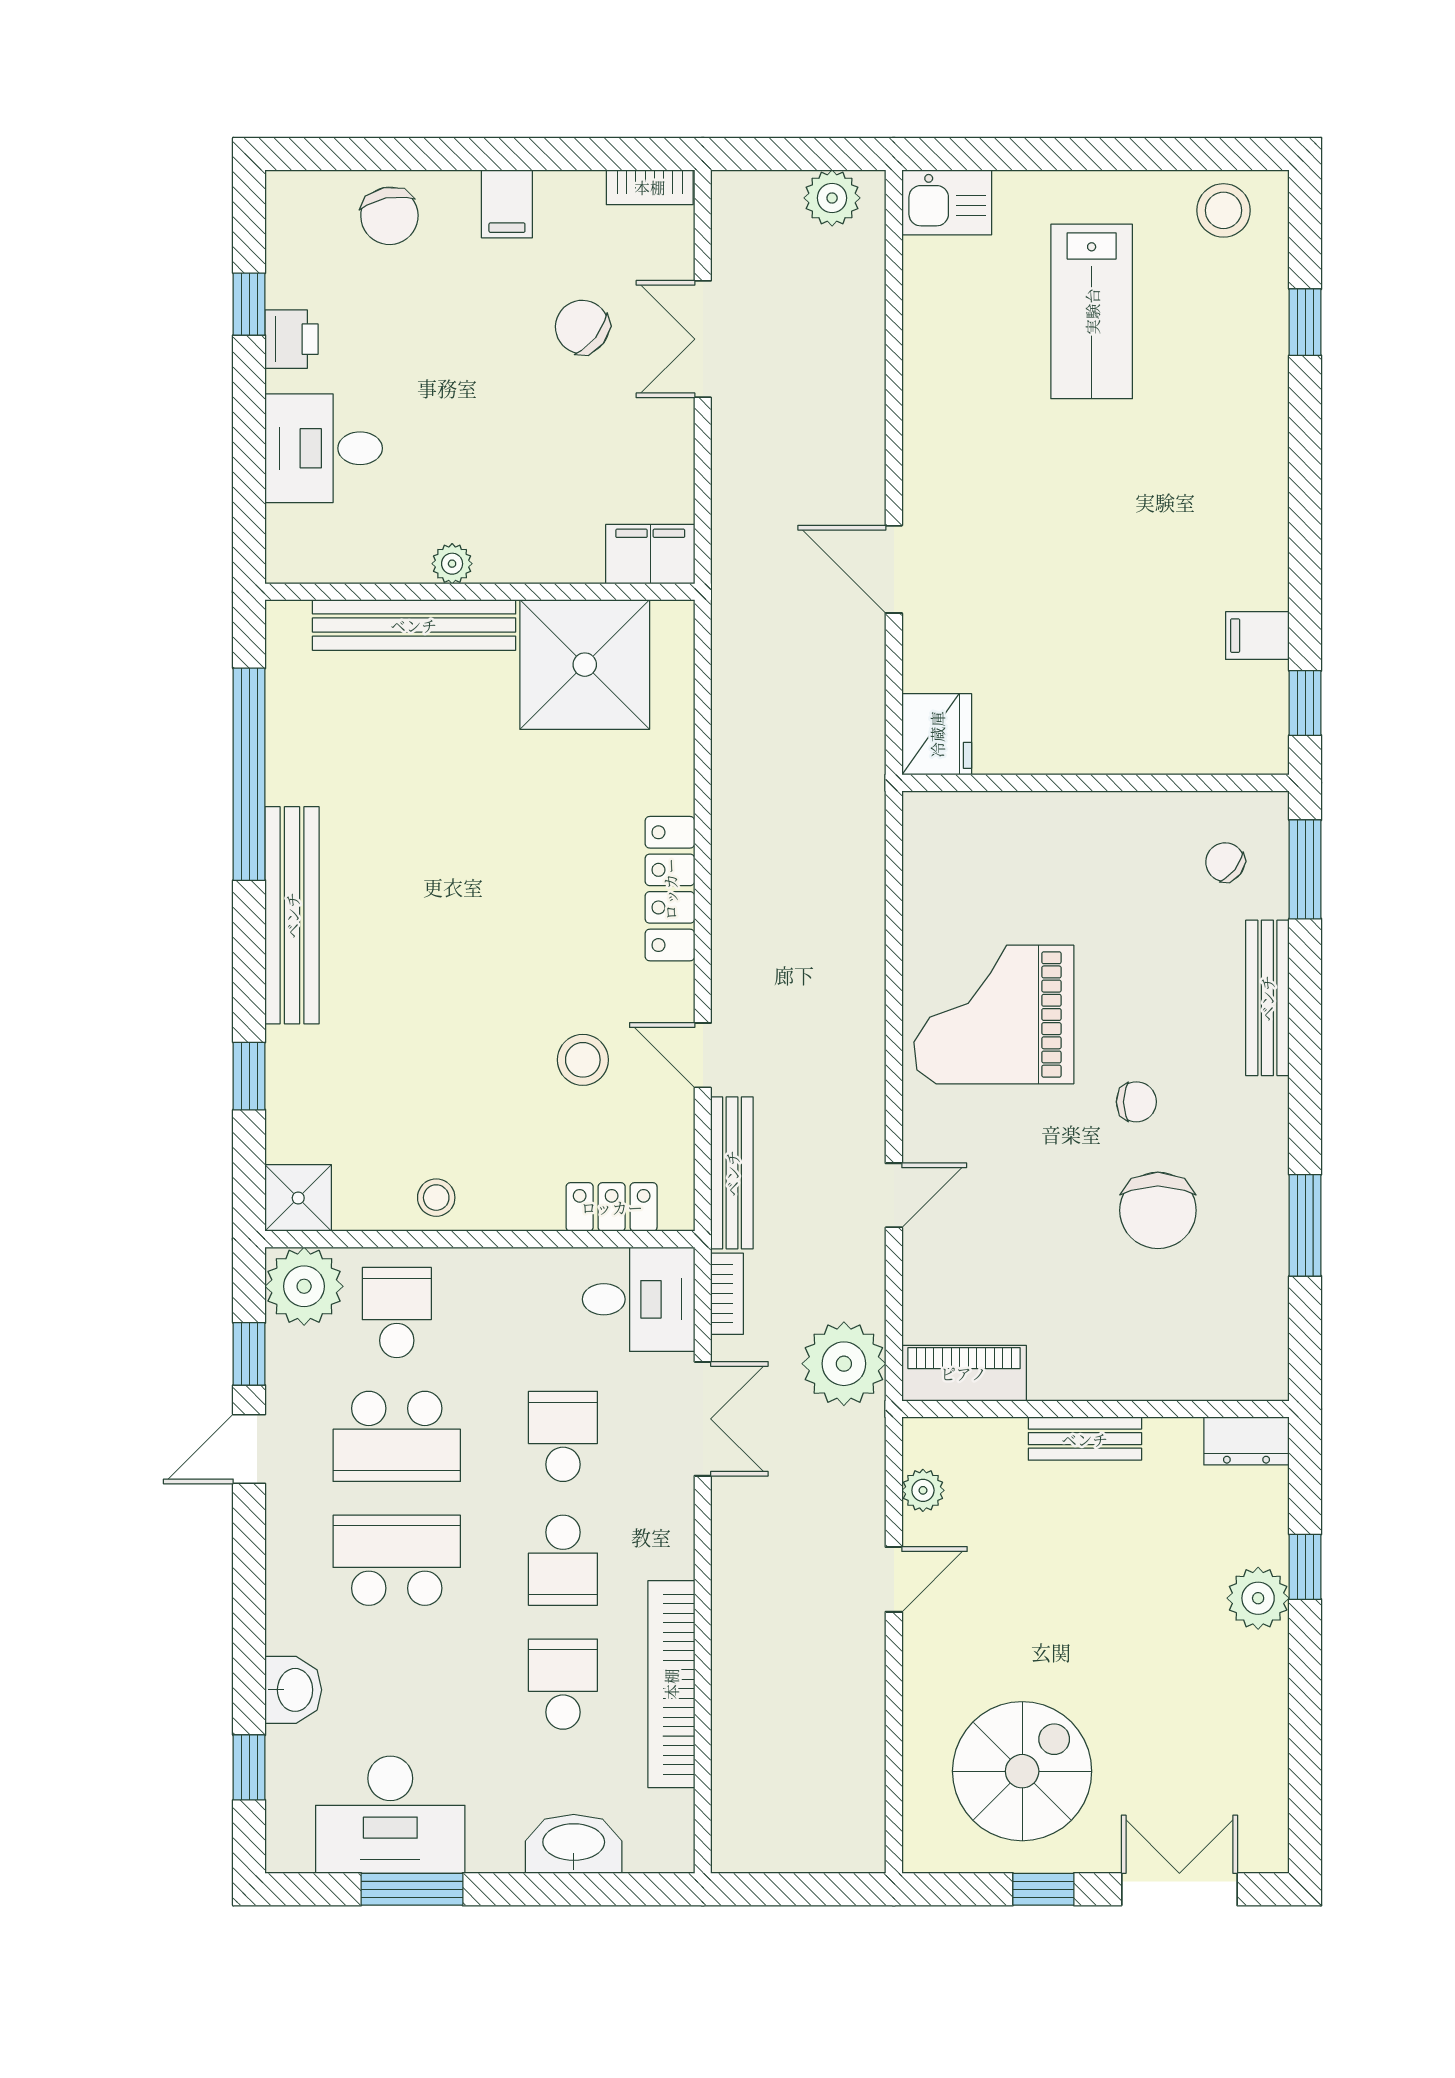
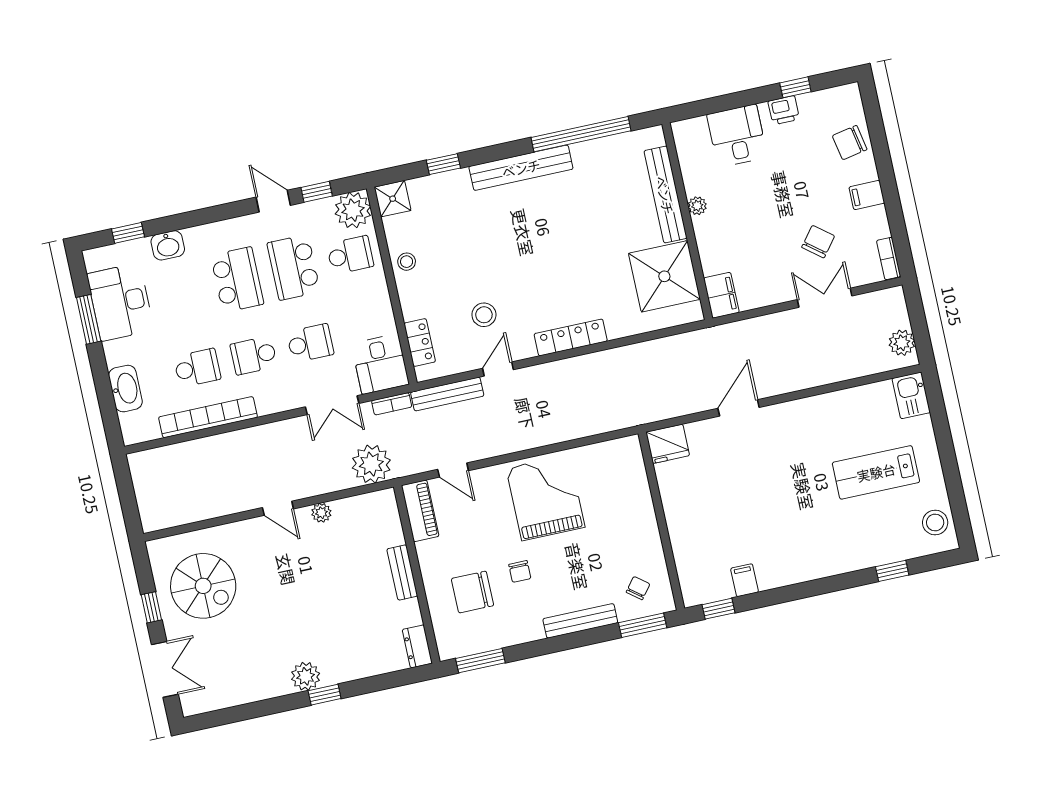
piano: (964, 1373) -> (420, 511), moved
wall: (1095, 1409) -> (417, 574), moved
bench: (1085, 1439) -> (402, 572), moved
dresser: (1246, 1441) -> (417, 646), moved

